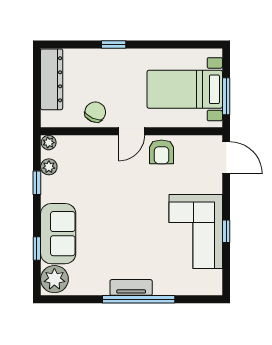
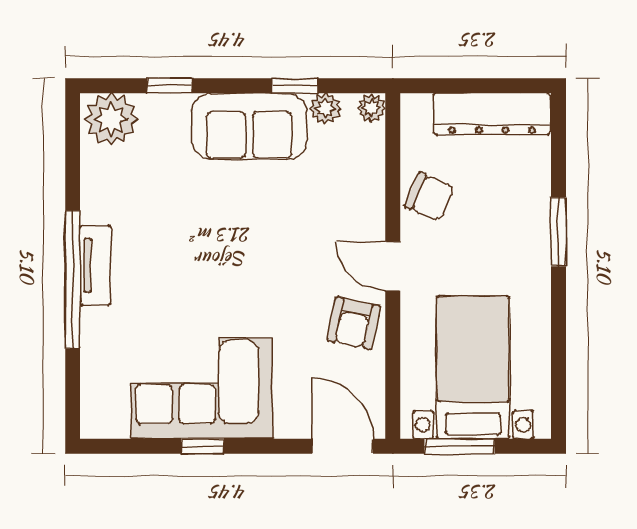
window: (114, 44) -> (558, 232), width x1.50
armchair: (162, 152) -> (354, 323), turned -78
door: (226, 158) -> (343, 446), swing flipped
sofa: (58, 234) -> (249, 126), moved

